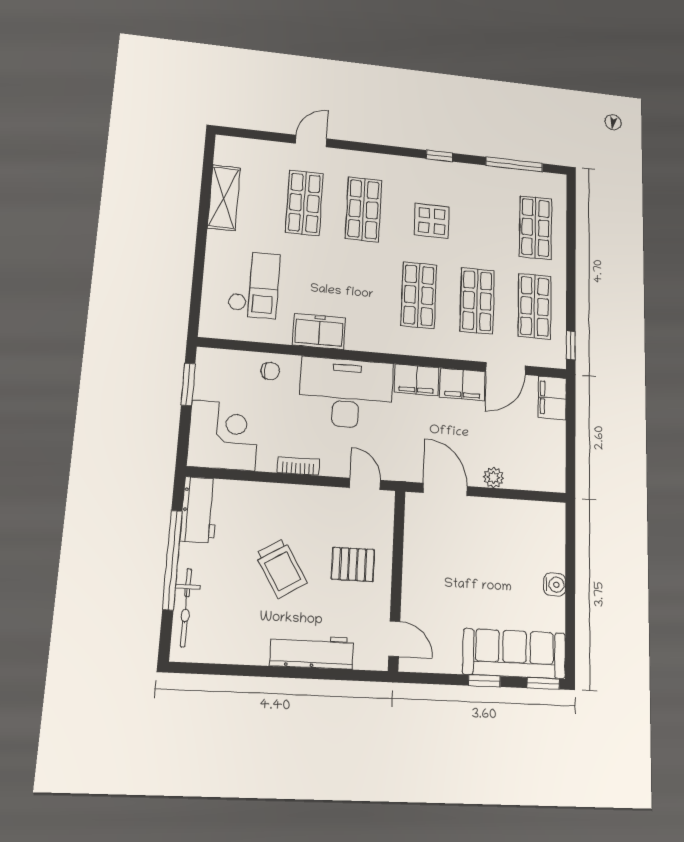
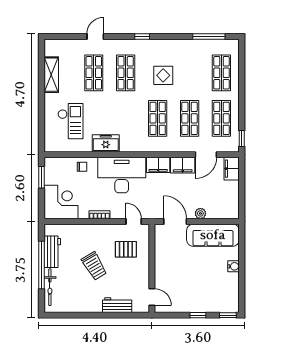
window: (440, 156) -> (142, 37), moved
workbench: (199, 510) -> (52, 252), moved
pallet: (353, 564) -> (126, 249), moved
workbench: (312, 652) -> (117, 305), width x0.73
sofa: (514, 654) -> (213, 235), moved, turned 180

